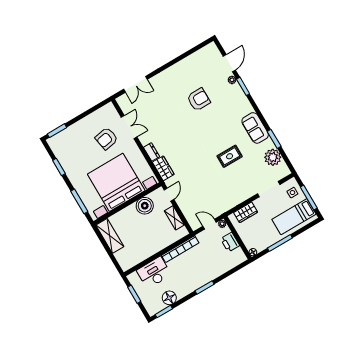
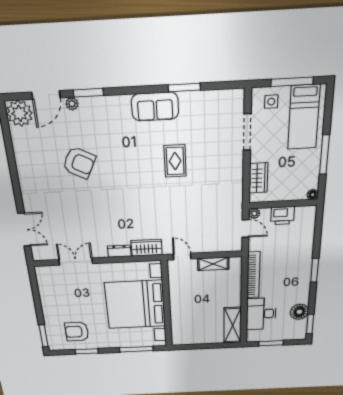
door: (229, 63) -> (46, 95), swing flipped
armchair: (199, 99) -> (79, 163), turned 117
armchair: (106, 139) -> (77, 332), moved, turned 100
plant: (273, 157) -> (20, 113), moved
boiler: (145, 206) -> (180, 288), removed
door: (210, 224) -> (245, 228), swing flipped
shelving: (110, 236) -> (233, 325), moved, turned 90

